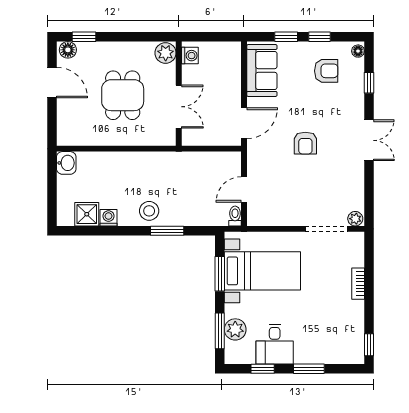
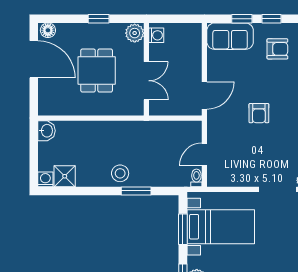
window: (84, 37) -> (99, 19), moved
sofa: (262, 70) -> (230, 36), moved, turned 90
door: (52, 83) -> (34, 59), width x1.36
washing machine: (109, 218) -> (45, 179), moved

